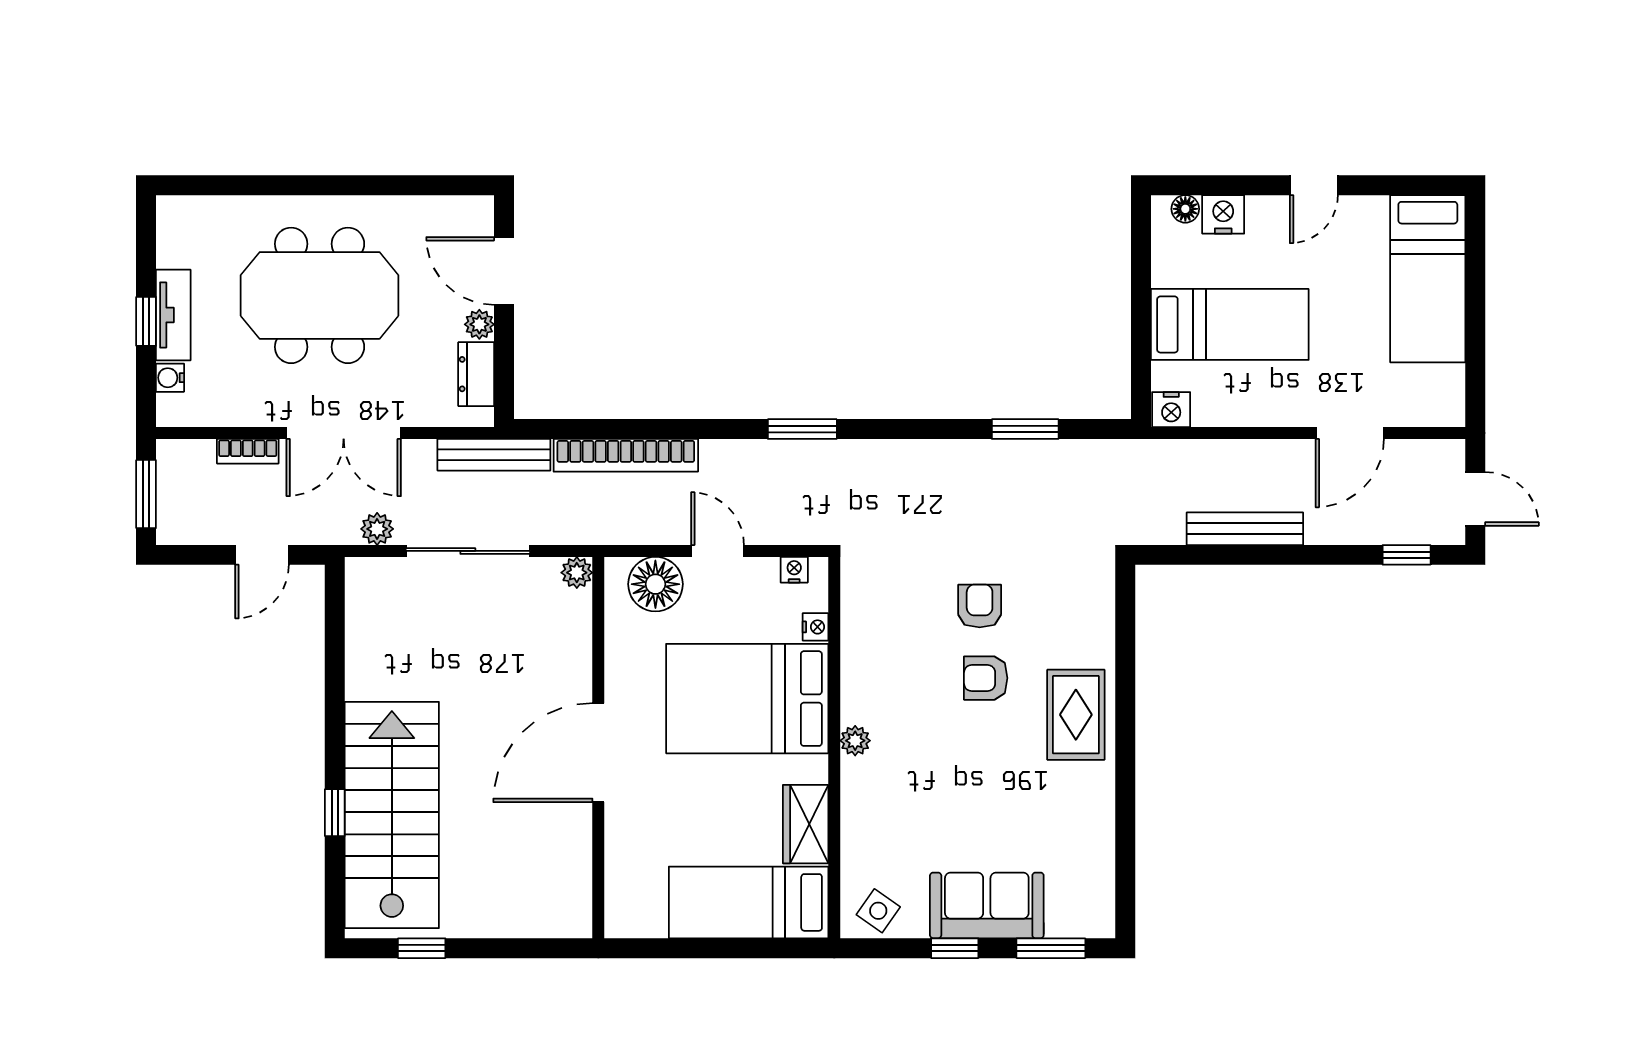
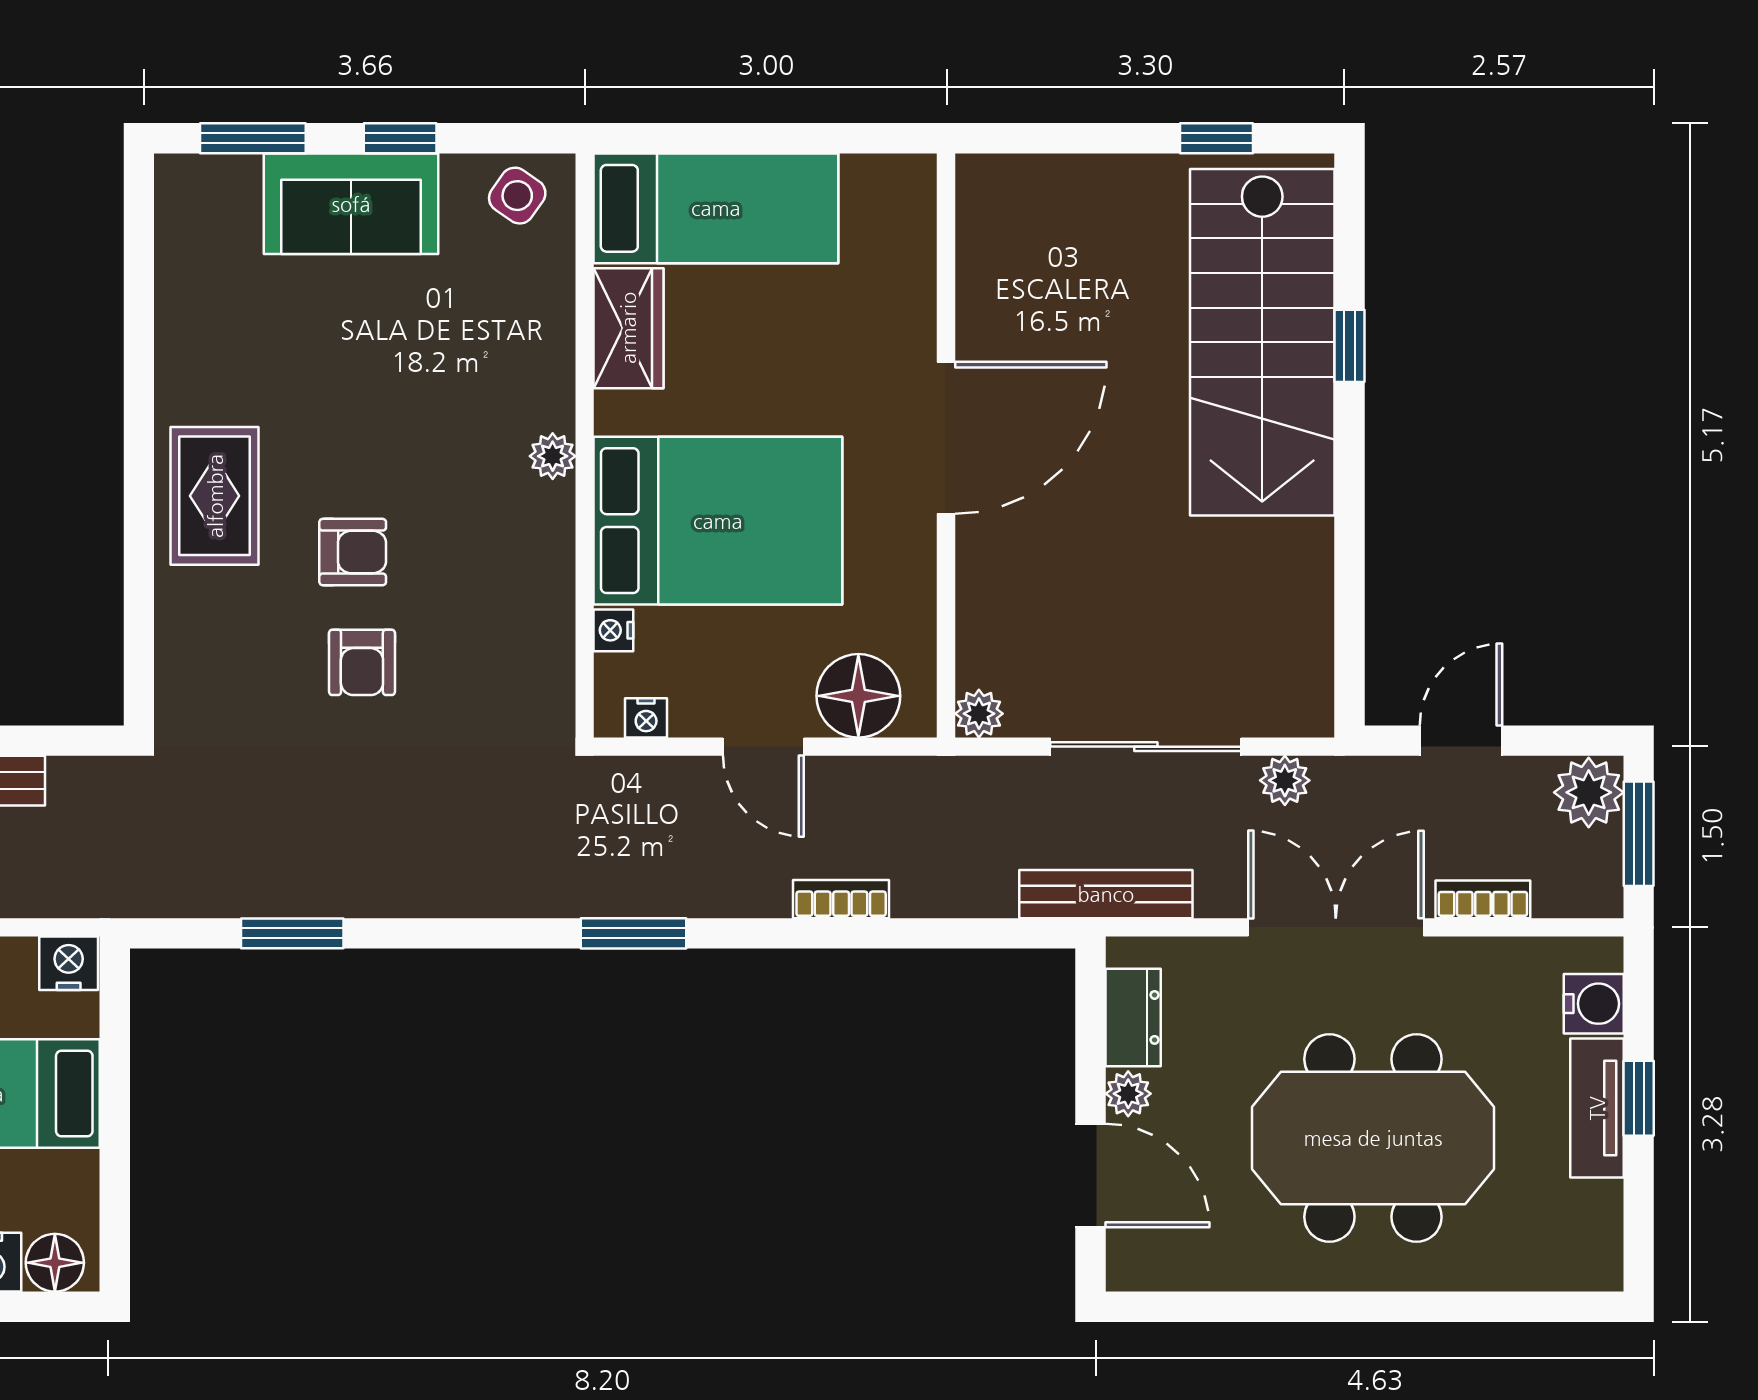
floor lamp: (1185, 209) -> (55, 1263), width x1.37, depth x1.37
water cooler: (170, 378) -> (1594, 1004), width x1.38, depth x1.38
bookcase: (626, 455) -> (841, 899), width x0.43, depth x0.76
plant: (179, 521) -> (1589, 792), added

